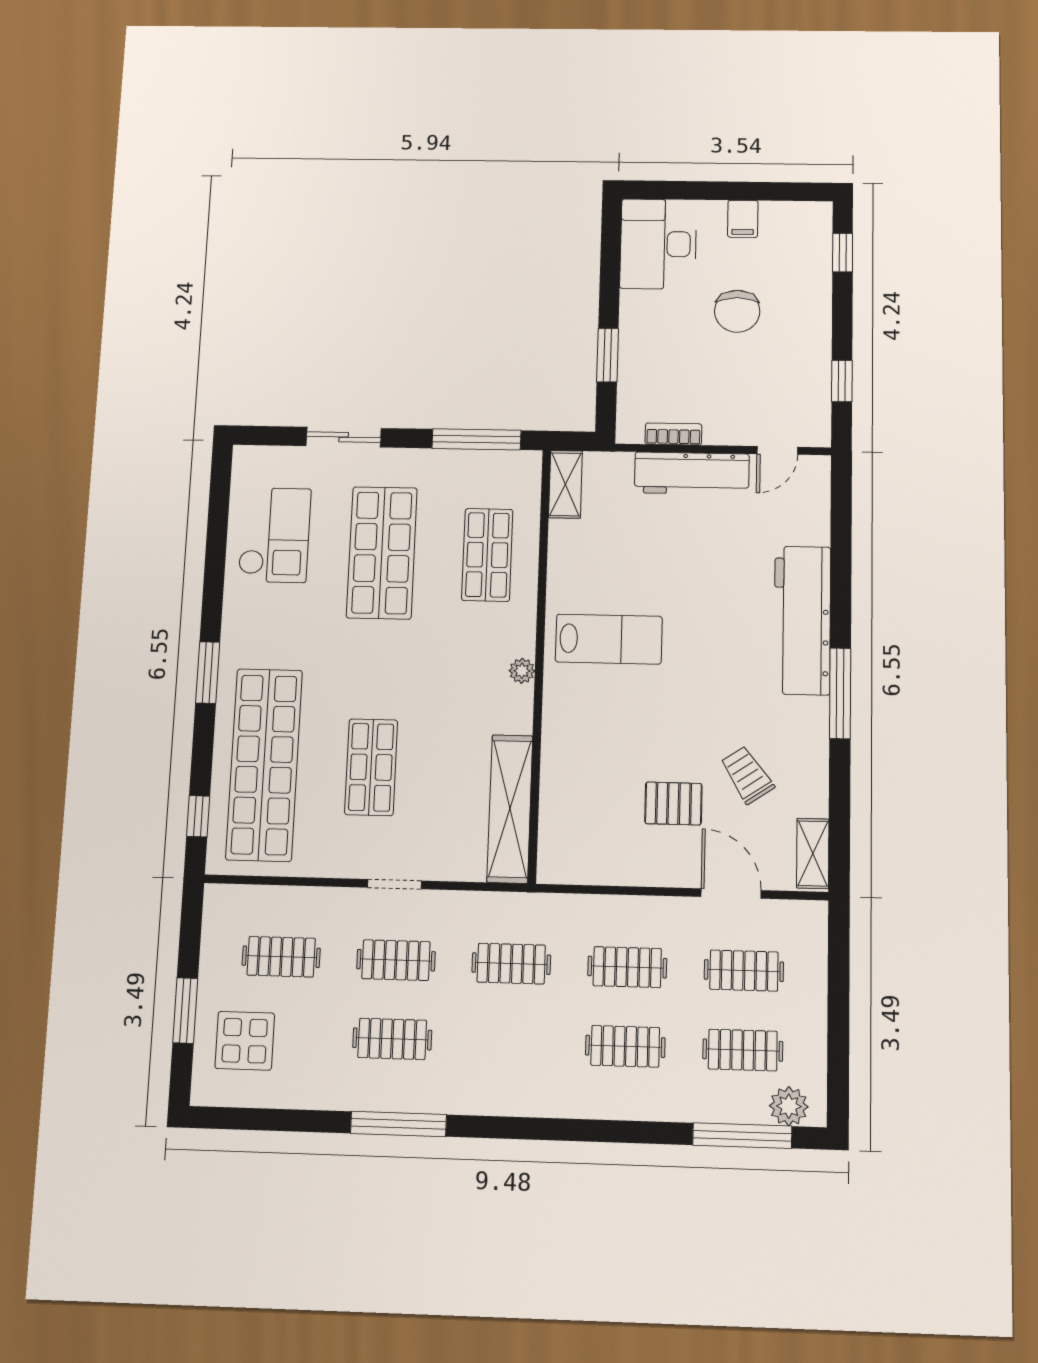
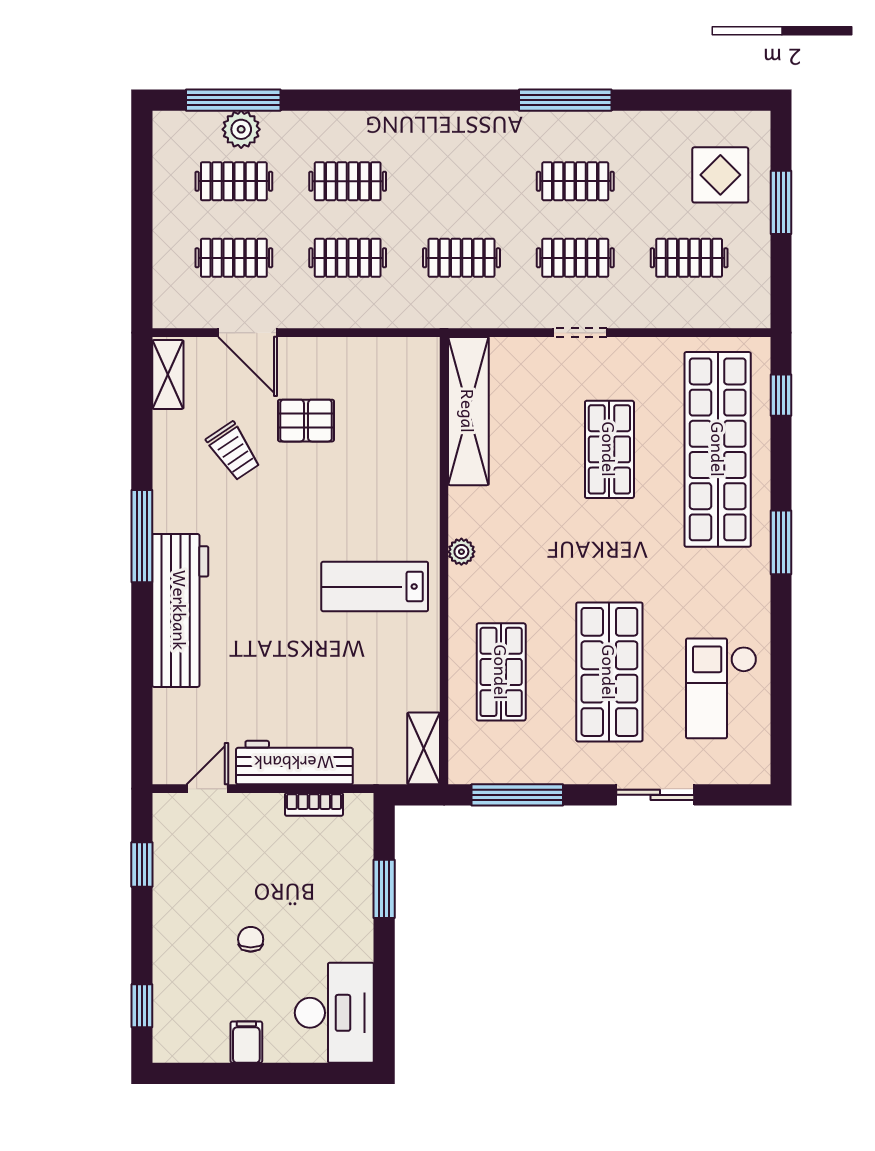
chair: (737, 311) -> (251, 939), width x0.54, depth x0.54
plant: (789, 1106) -> (241, 129), moved

